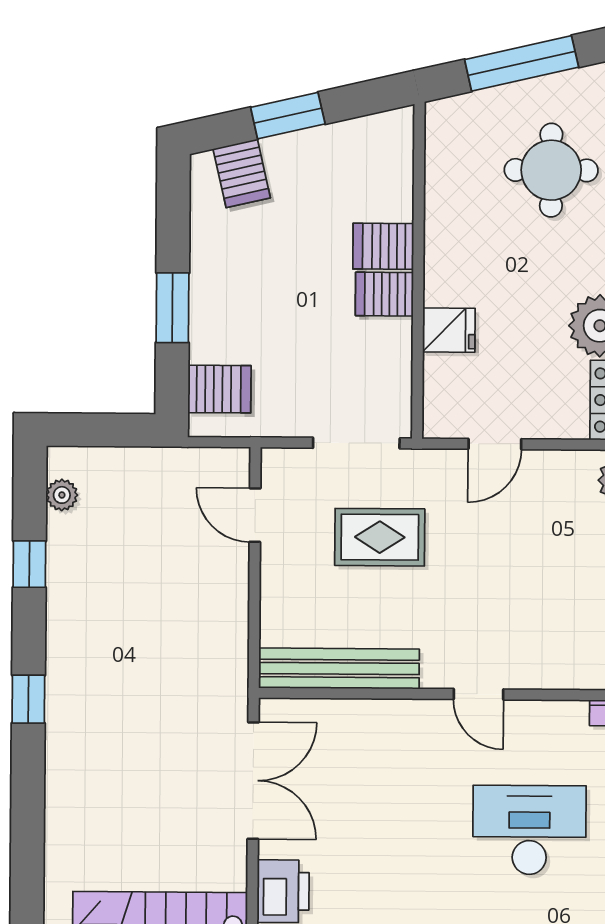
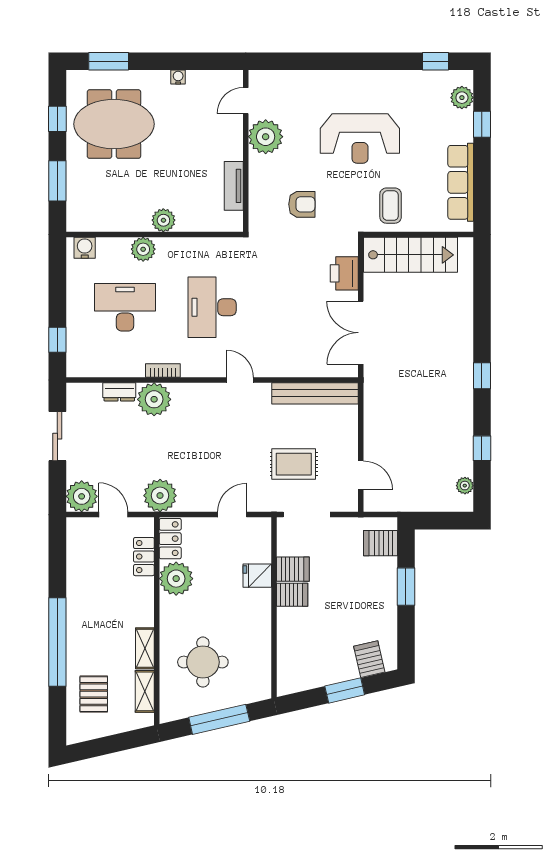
server rack: (383, 246) -> (293, 569), moved
desk: (529, 830) -> (212, 307), turned 90

